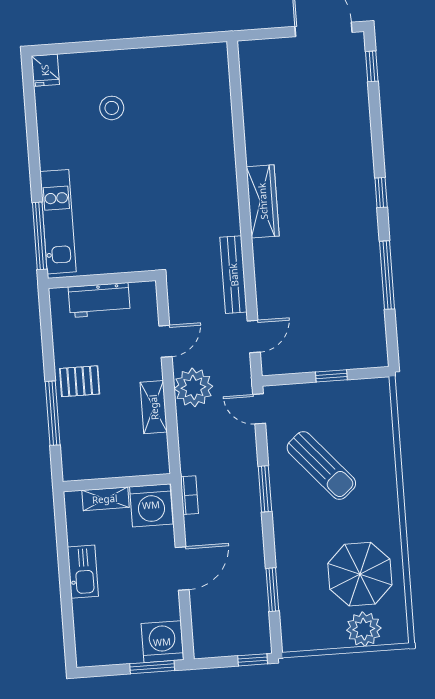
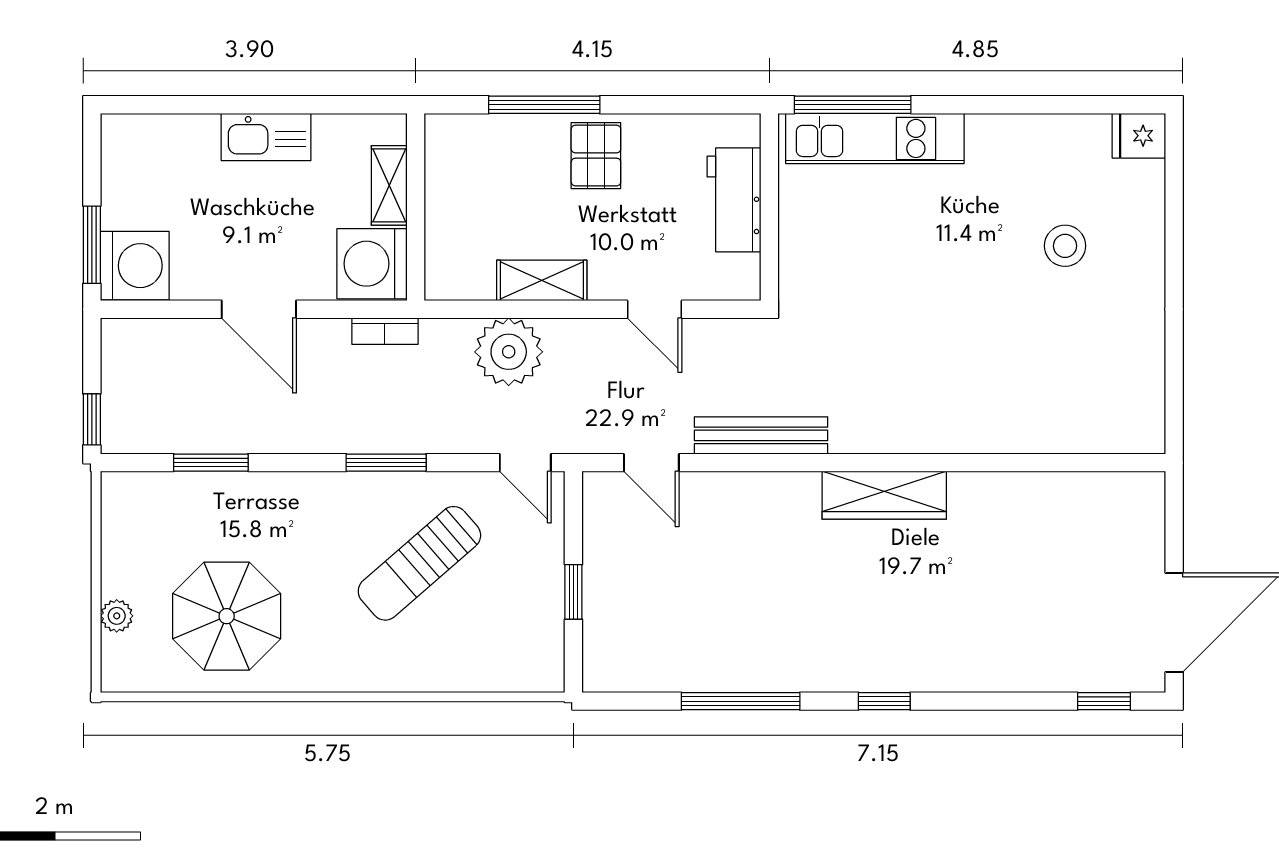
plant: (193, 387) -> (509, 352), moved
door: (259, 409) -> (525, 463), swing flipped
plant: (364, 629) -> (117, 616), width x0.53, depth x0.53

